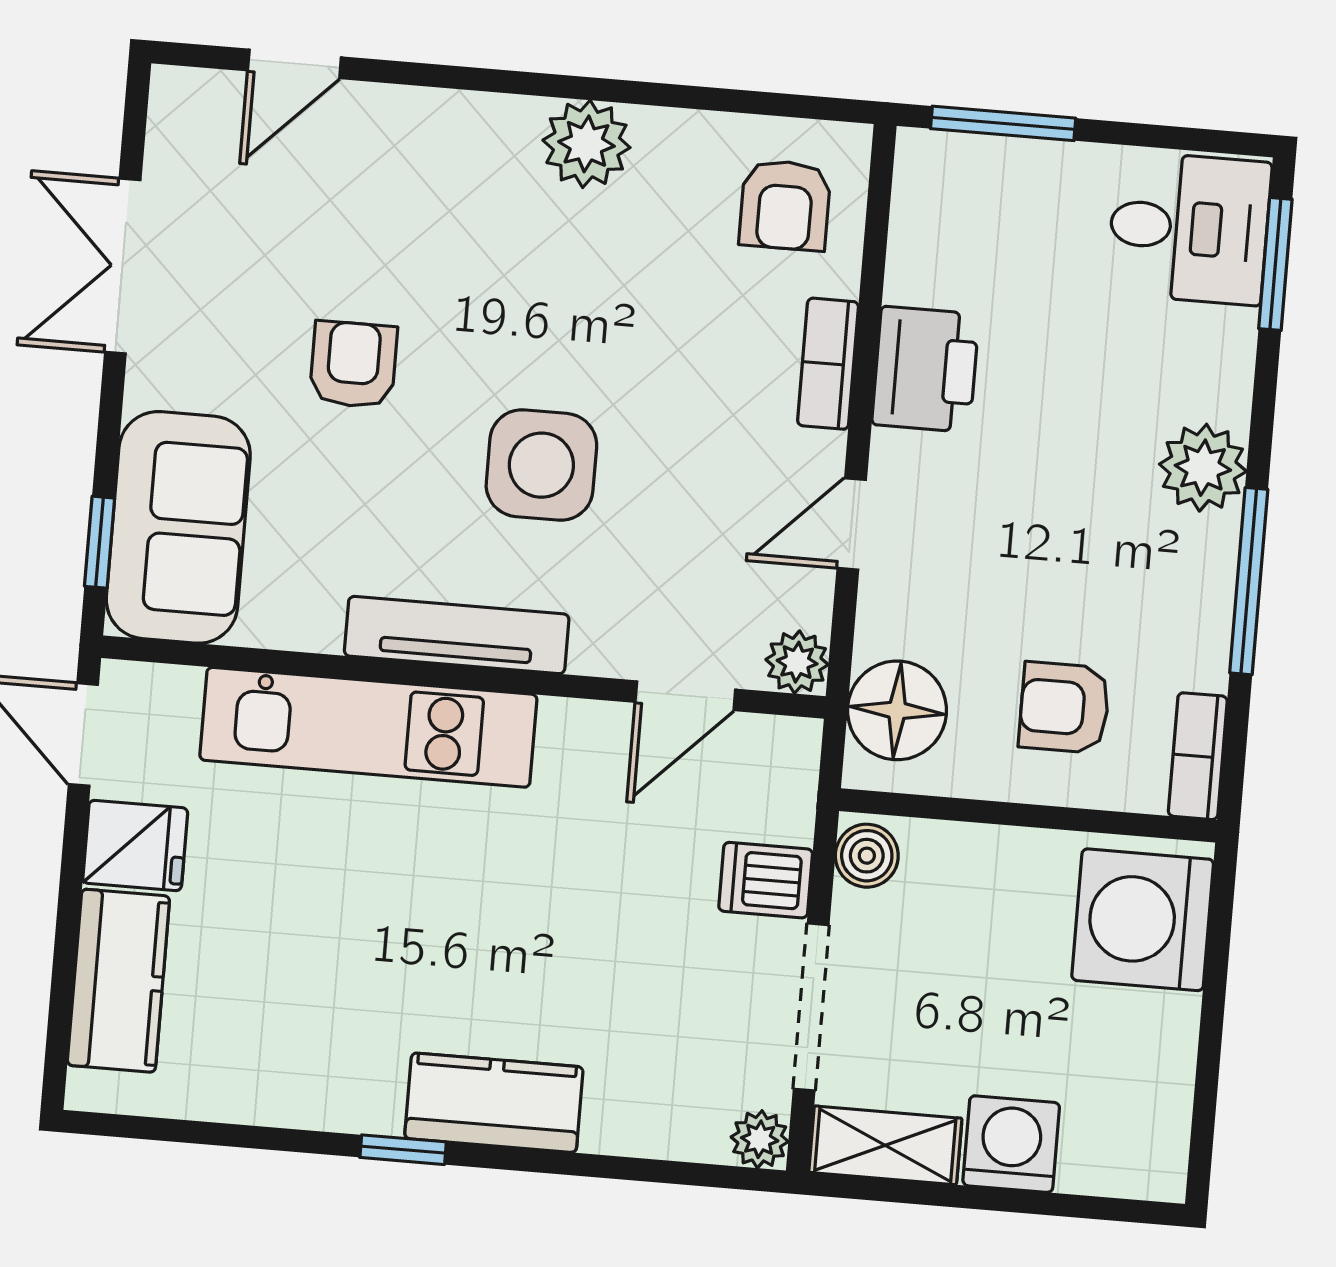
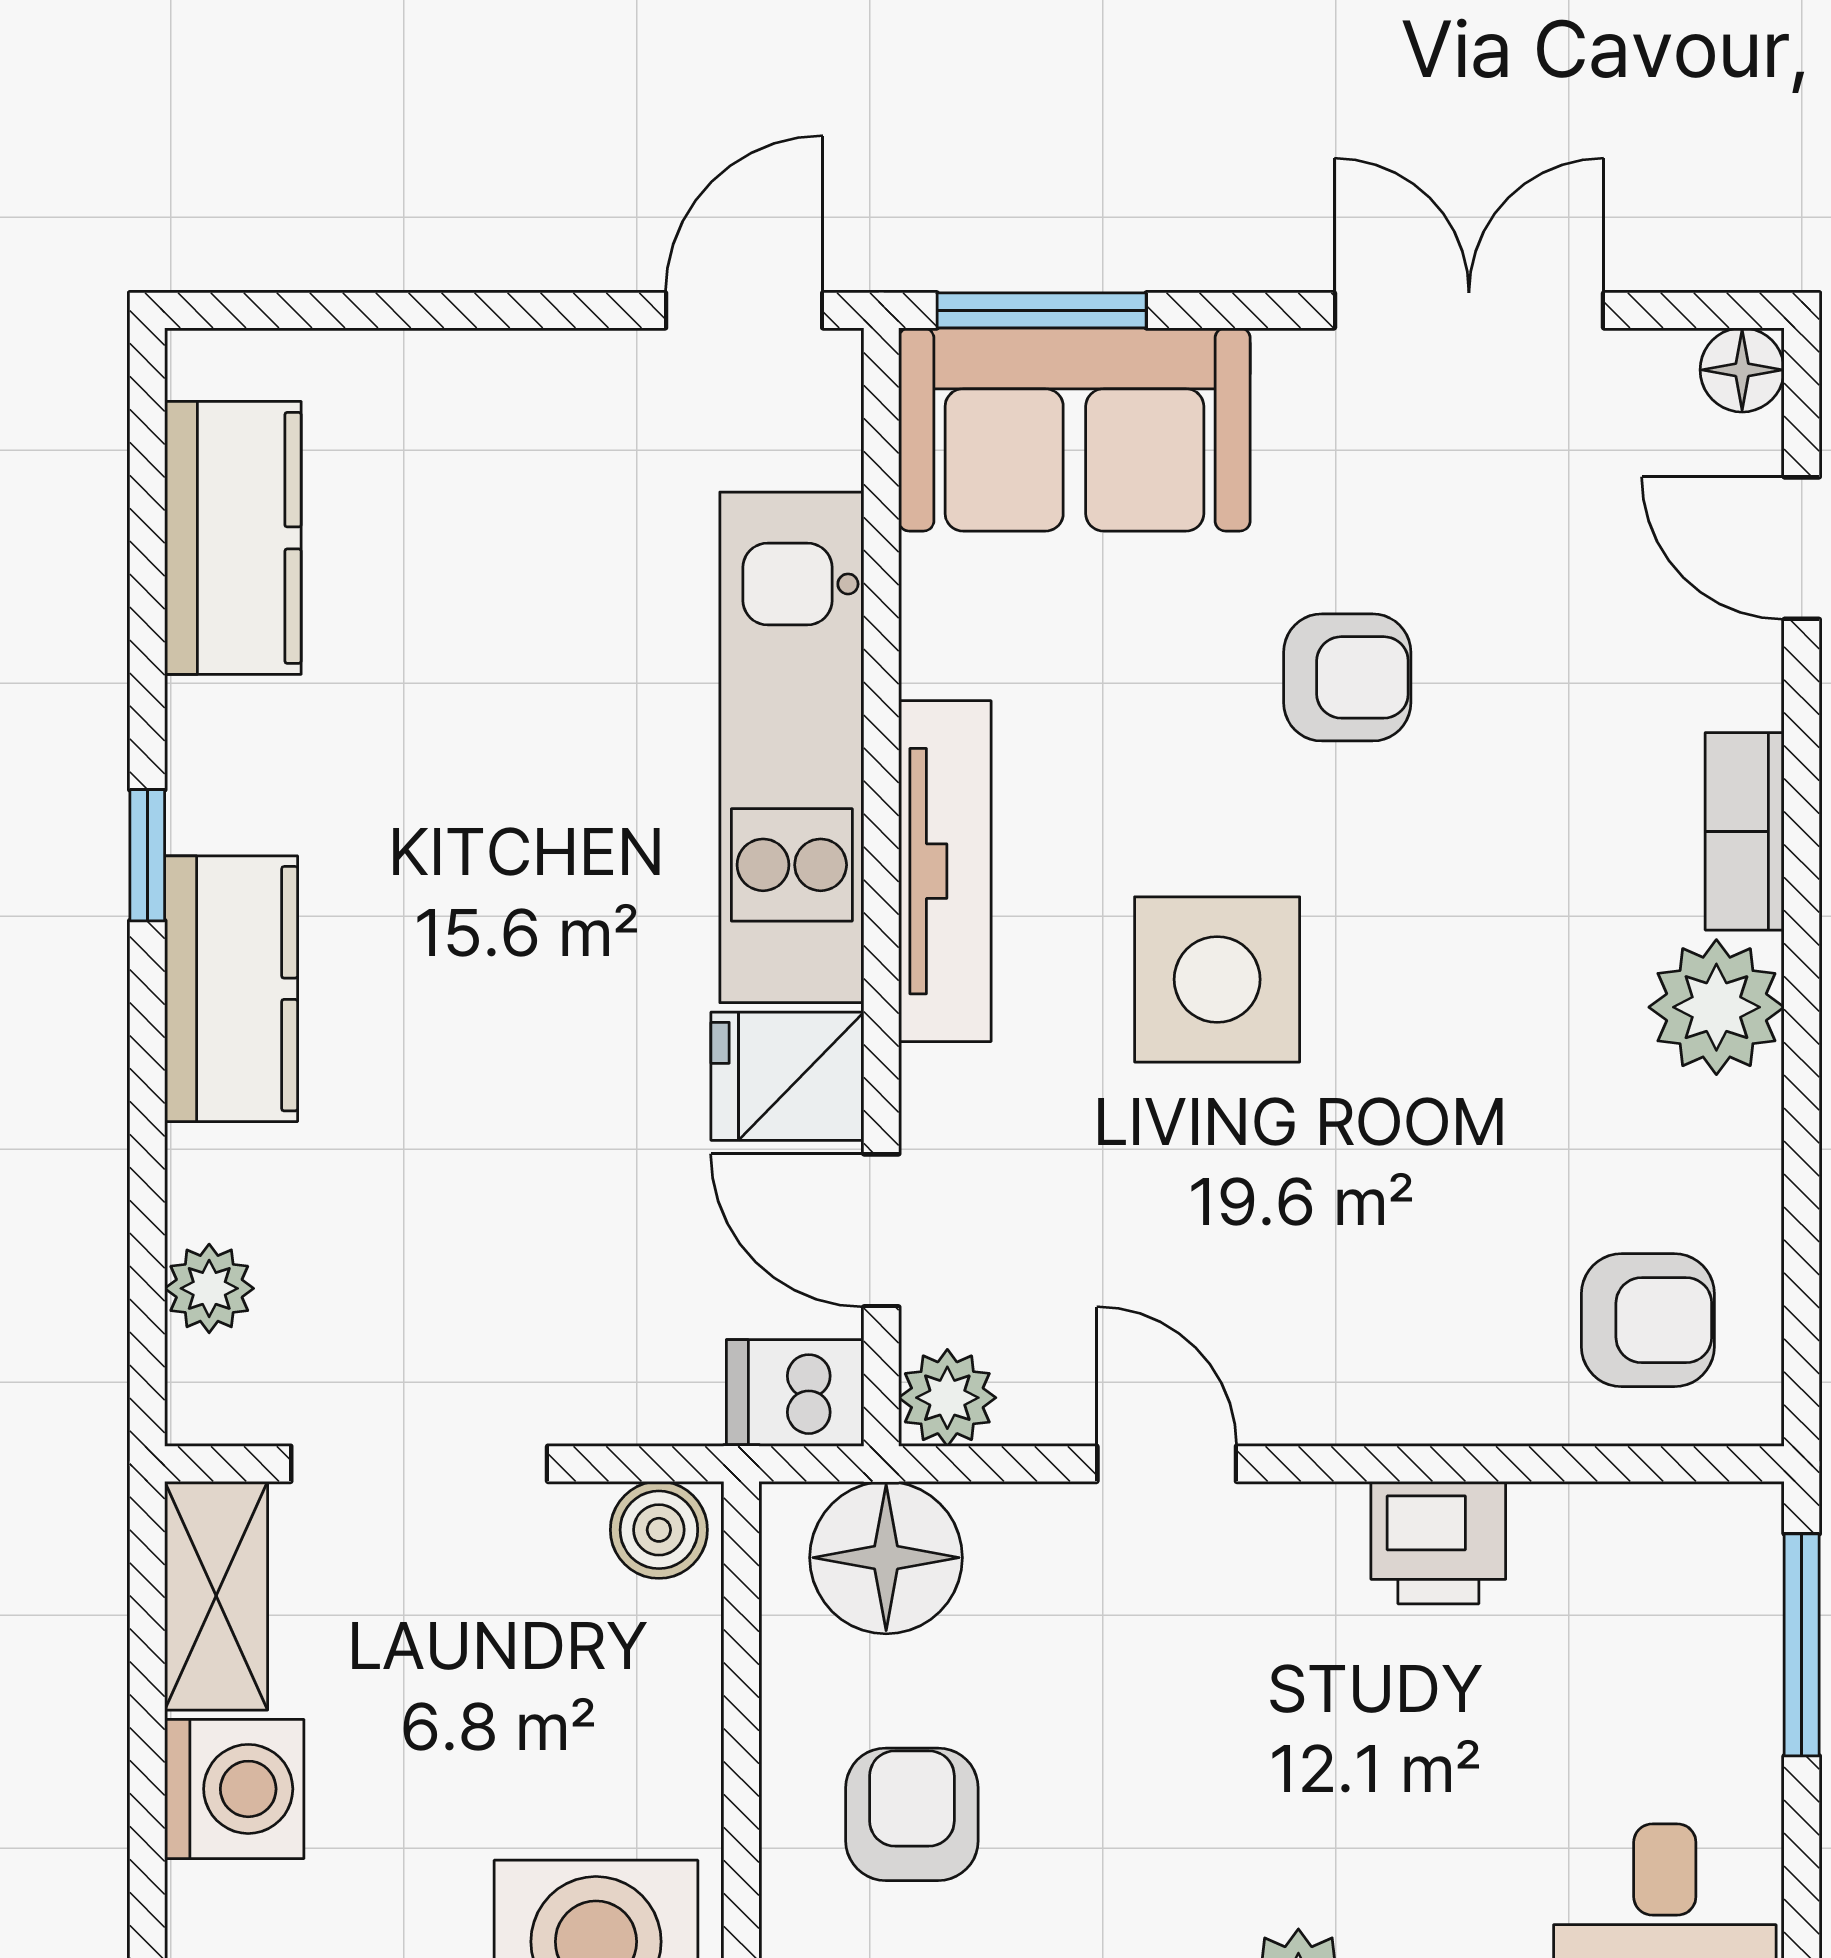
floor lamp: (176, 93) -> (1742, 370), added
armchair: (785, 205) -> (1648, 1320), turned 180
bookcase: (828, 364) -> (1745, 831), moved, turned -90
printer: (925, 369) -> (1438, 1543), width x0.73, depth x0.81
window: (100, 542) -> (1042, 310), width x1.50
fridge: (135, 846) -> (787, 1076), moved, turned 90
dishwasher: (766, 880) -> (795, 1393), moved, turned -90
kitchen counter: (118, 981) -> (233, 538), moved, turned -90
plant: (760, 1139) -> (209, 1288), moved

